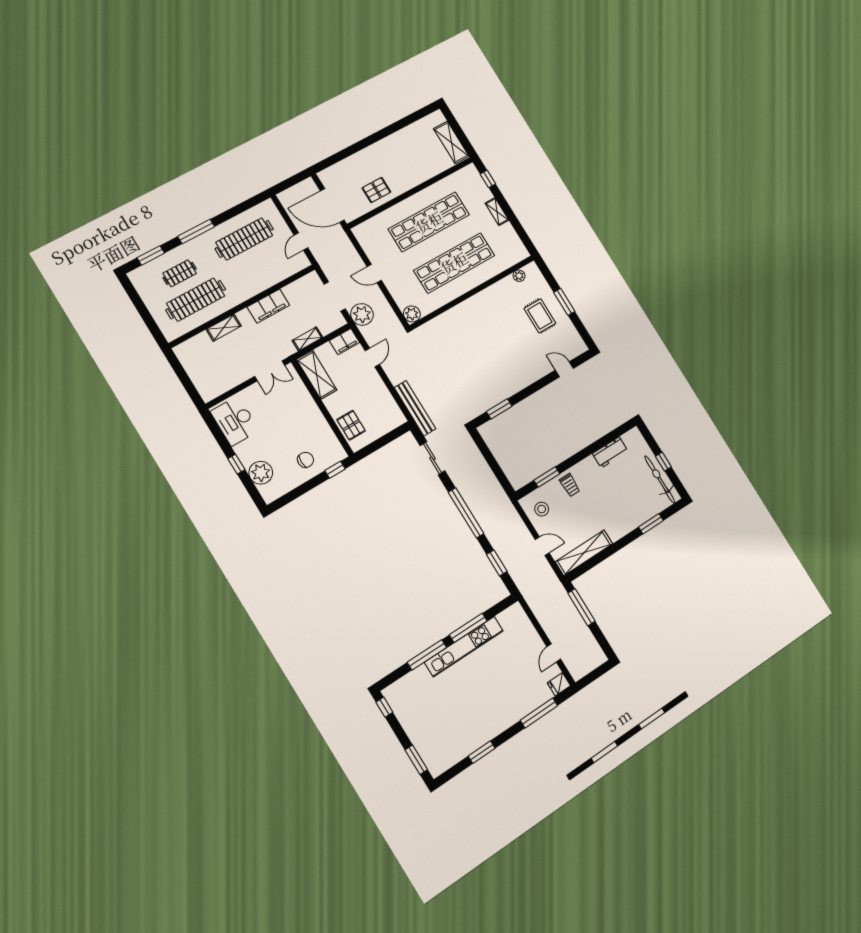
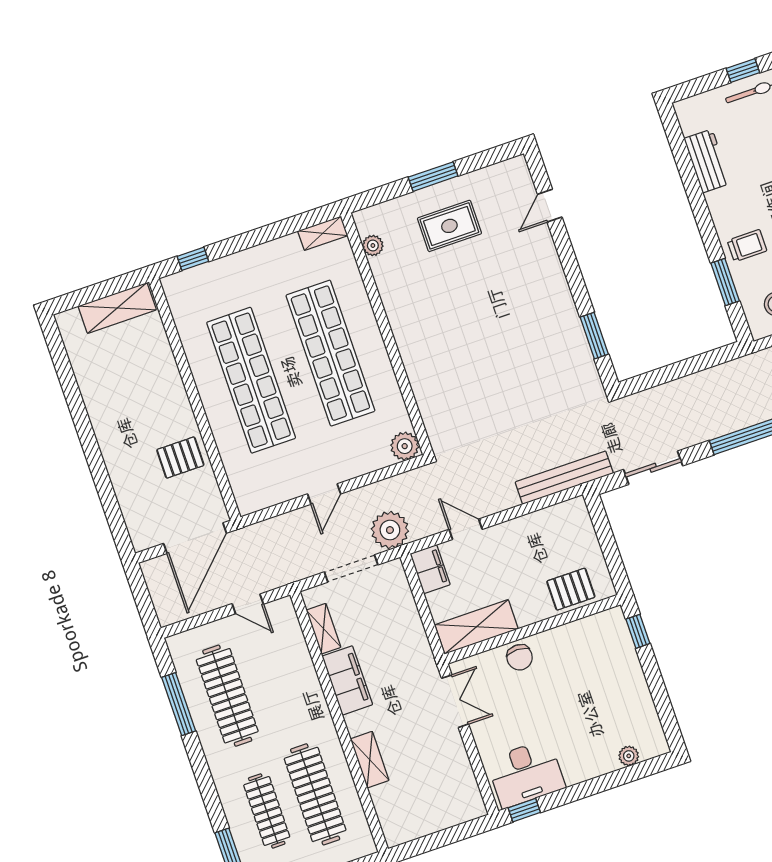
pallet: (376, 190) -> (180, 457), turned 90
shelving: (497, 212) -> (323, 233), moved
window: (196, 232) -> (179, 704), moved
clothes rail: (180, 273) -> (267, 811), width x1.36
shelving: (307, 339) -> (324, 629), moved
chair: (306, 460) -> (520, 657), moved, turned 180
window: (236, 464) -> (524, 810), moved
plant: (261, 473) -> (629, 756), width x0.53, depth x0.53

